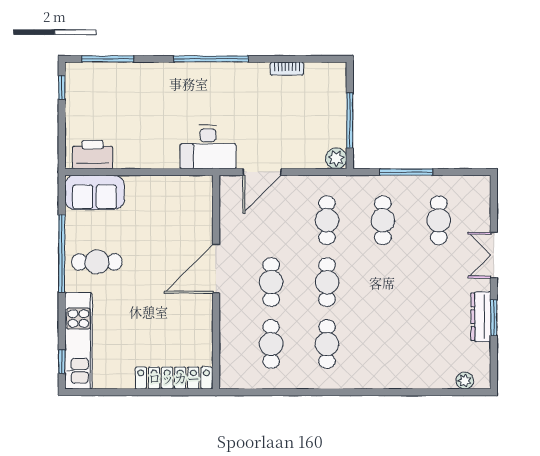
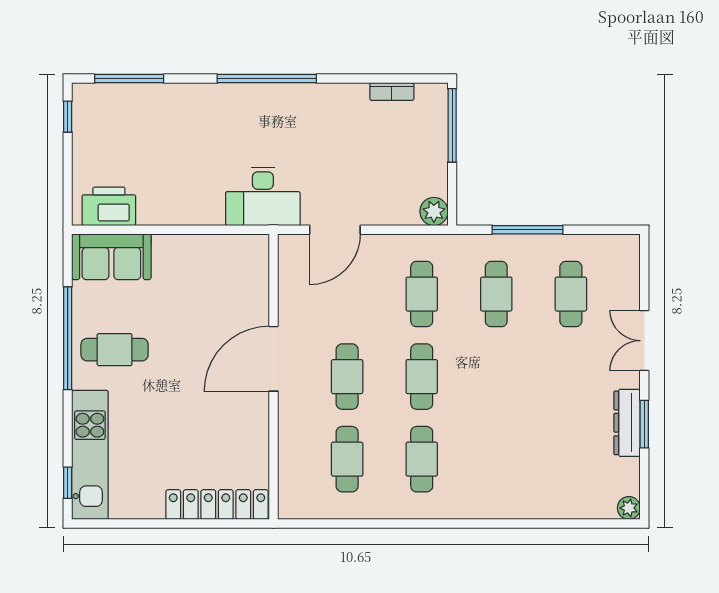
bookcase: (287, 69) -> (392, 92), moved
window: (350, 121) -> (452, 125), moved
plant: (465, 381) -> (629, 508), moved

